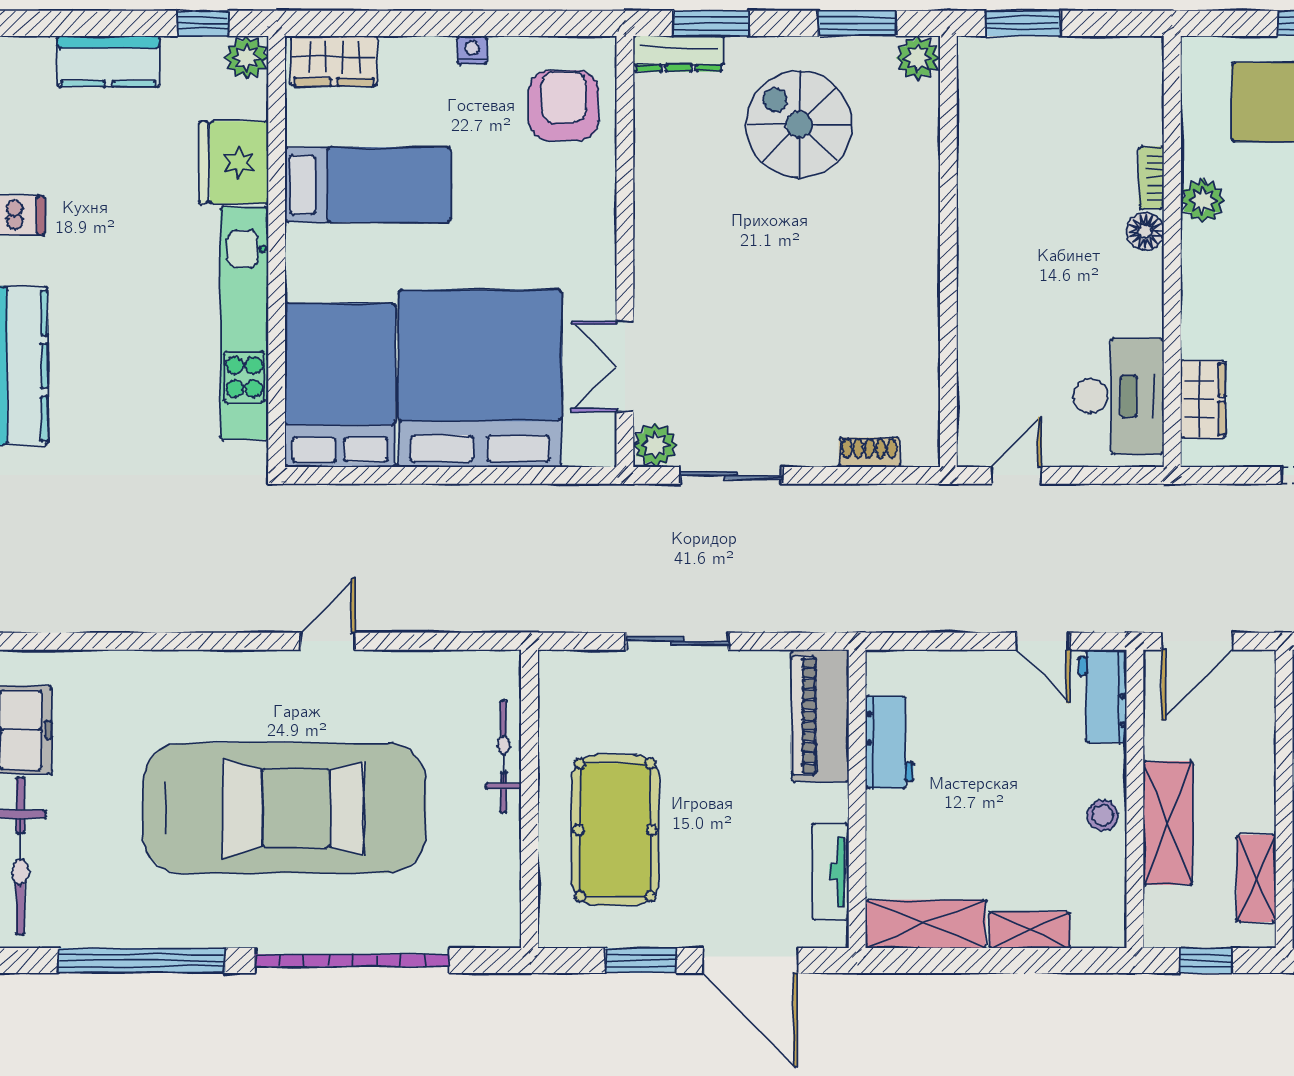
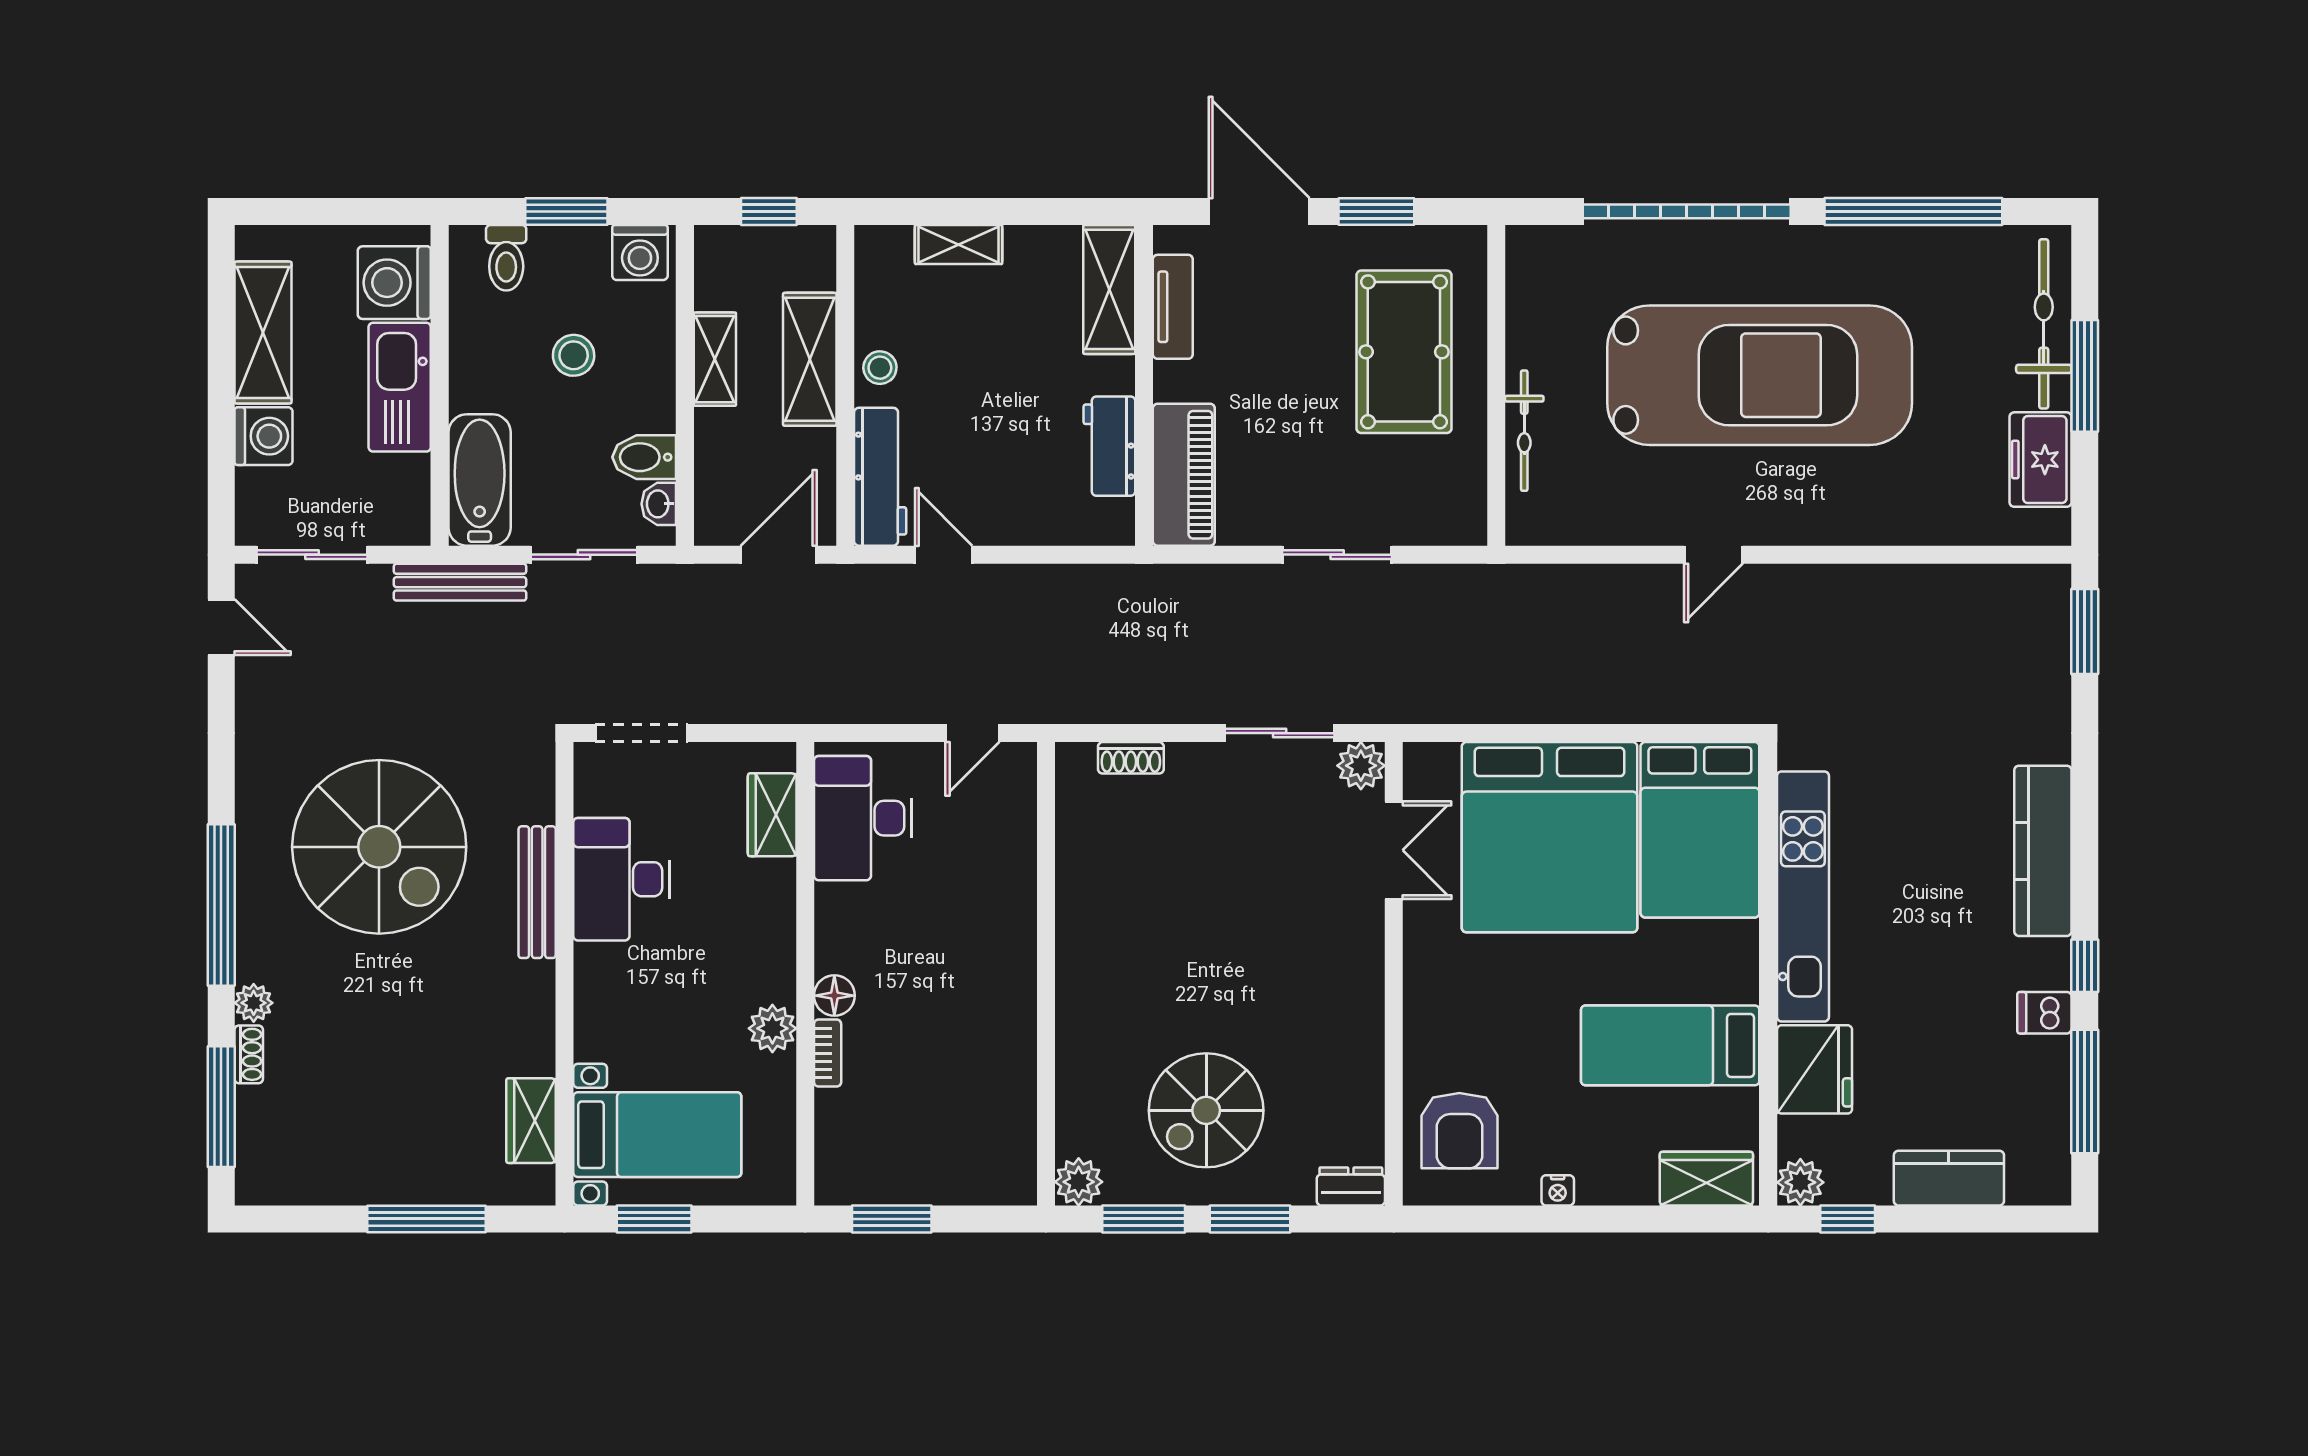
window: (711, 23) -> (1250, 1219), moved
window: (1023, 23) -> (892, 1219), moved
dresser: (679, 54) -> (1351, 1186), width x0.70
spiral stairs: (799, 124) -> (1206, 1110), turned 90
workbench: (1102, 696) -> (880, 477), width x1.38
car: (285, 808) -> (1760, 375), turned 180
shelving: (1256, 878) -> (715, 359), moved
shelving: (926, 924) -> (1109, 289), moved, turned 90

